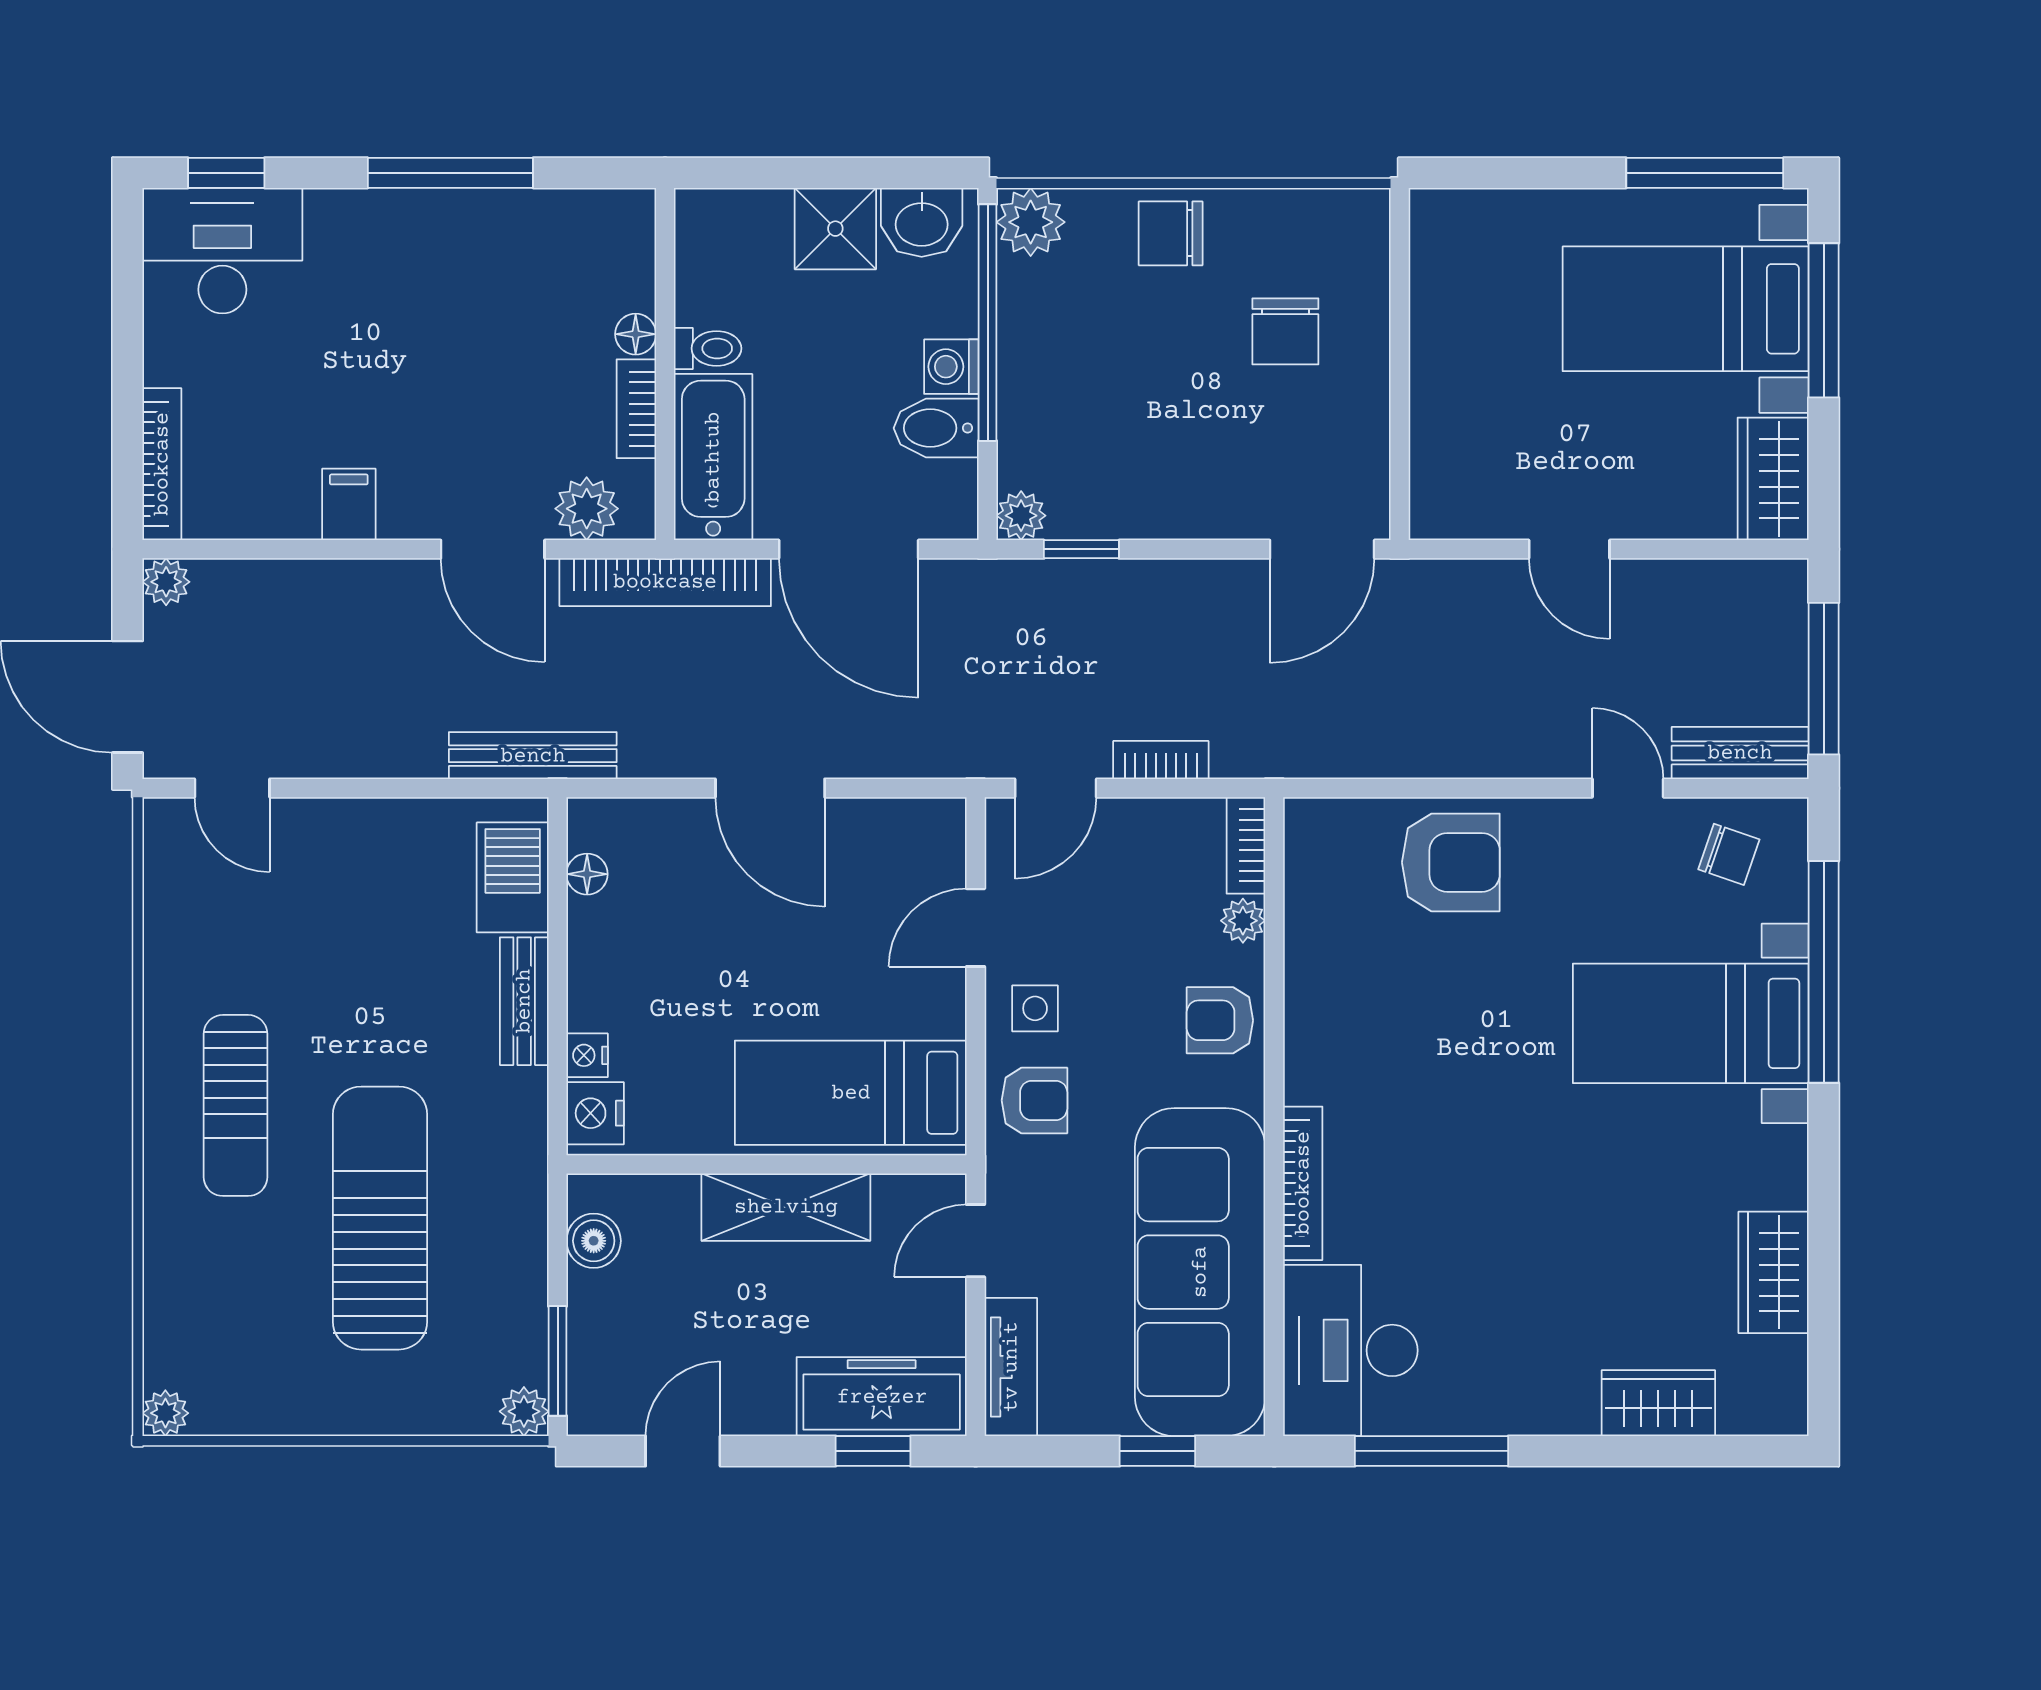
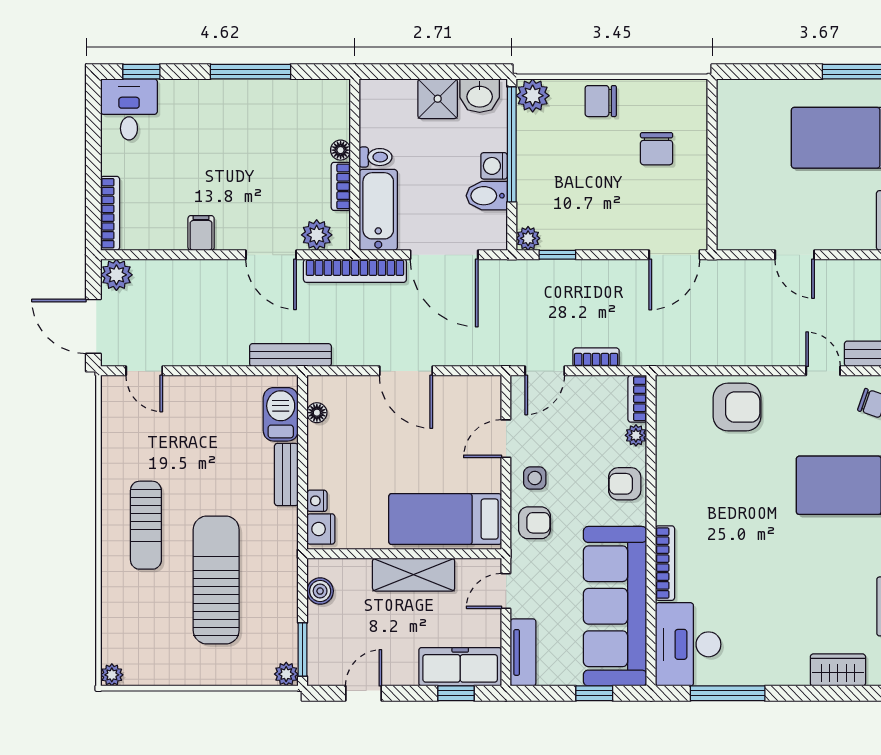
desk: (222, 251) -> (129, 109), width x0.73
plant: (166, 582) -> (116, 275), width x1.38, depth x1.38

